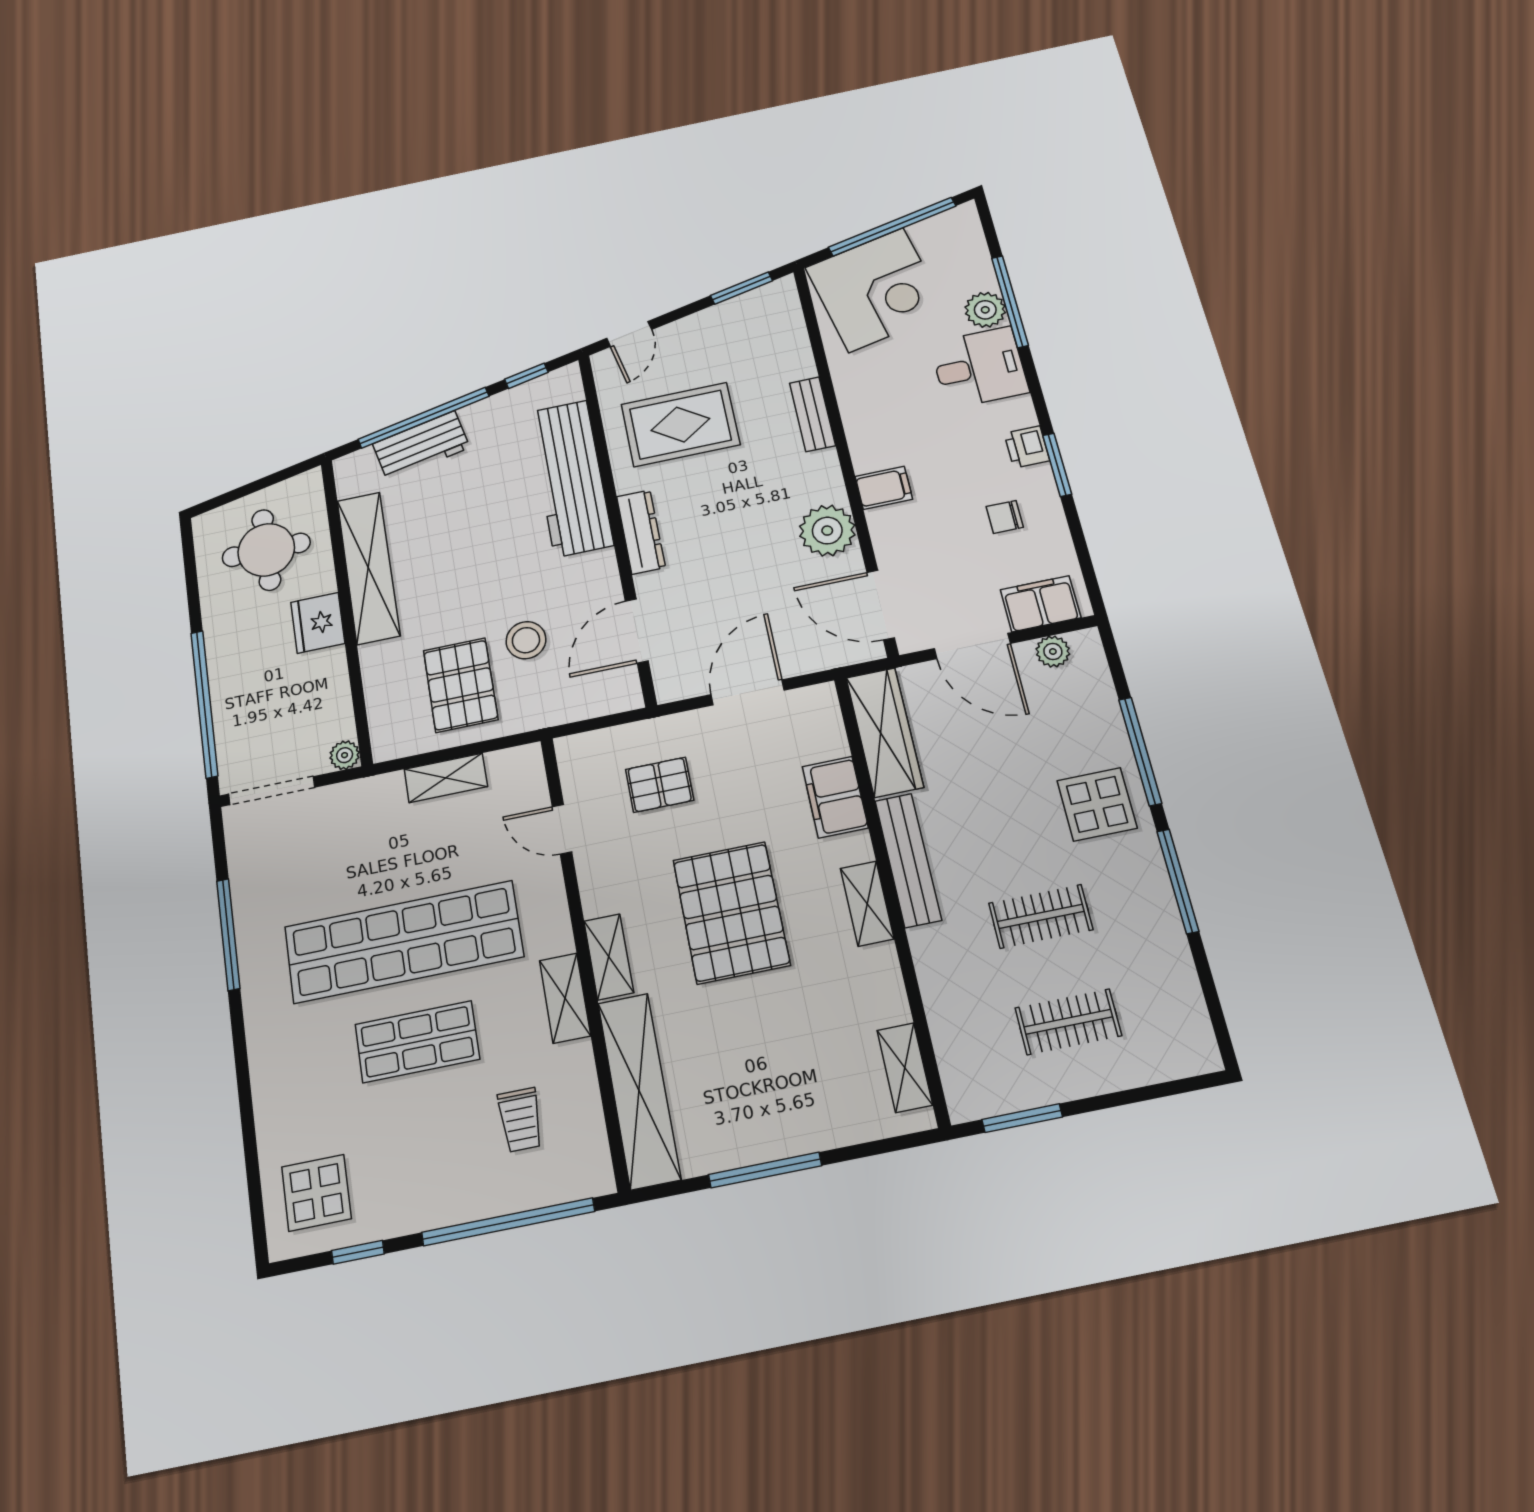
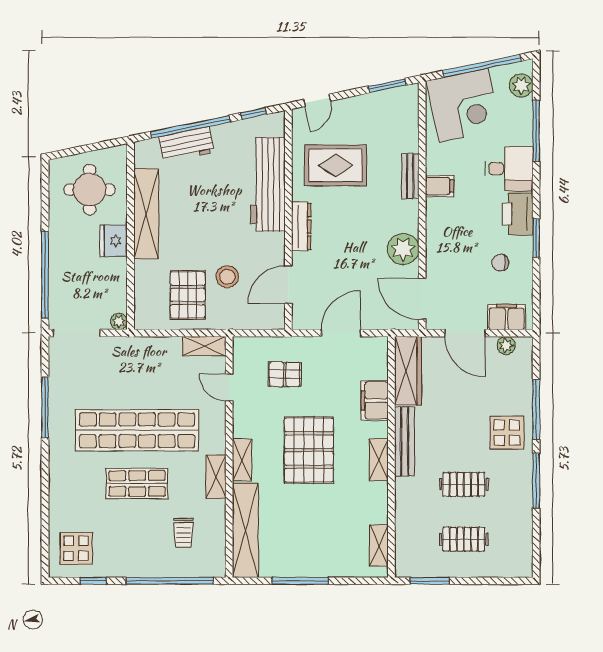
plant: (985, 310) -> (521, 86), moved
printer: (1027, 447) -> (518, 214), width x1.87, depth x1.48
filing cabinet: (884, 488) -> (439, 186), moved
shelving: (446, 778) -> (204, 346), moved

